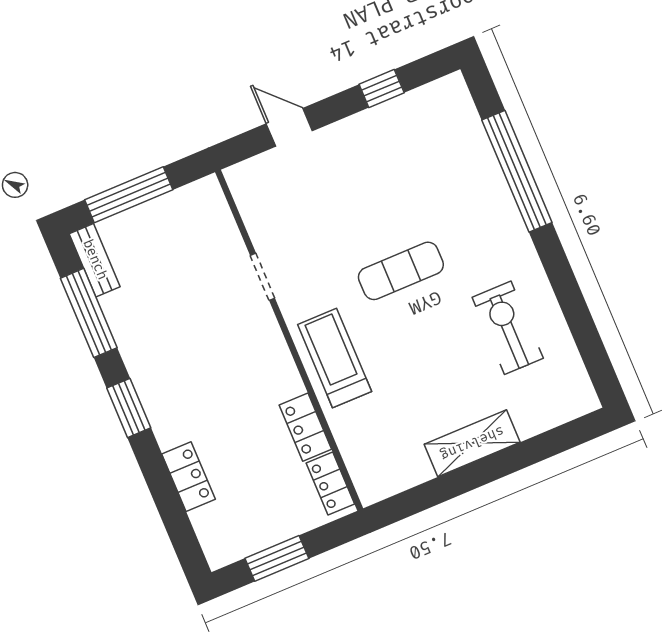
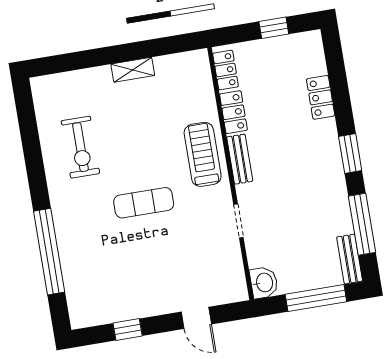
washbasin: (207, 199) -> (264, 283), added
treadmill: (335, 358) -> (203, 154), turned 180
bench: (281, 364) -> (240, 159), added
shelving: (472, 443) -> (133, 70), width x0.67, depth x0.75
window: (277, 558) -> (274, 28), width x0.67

